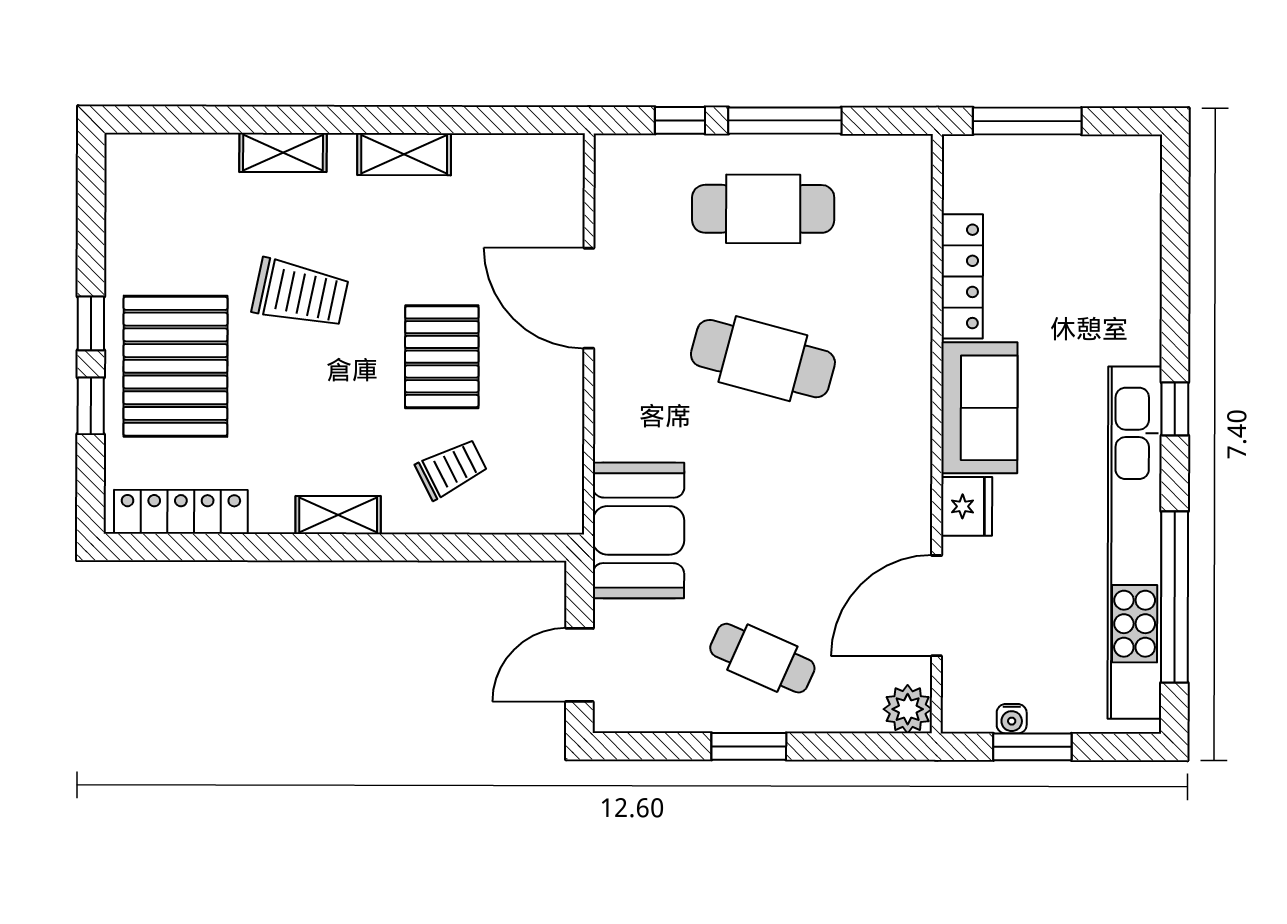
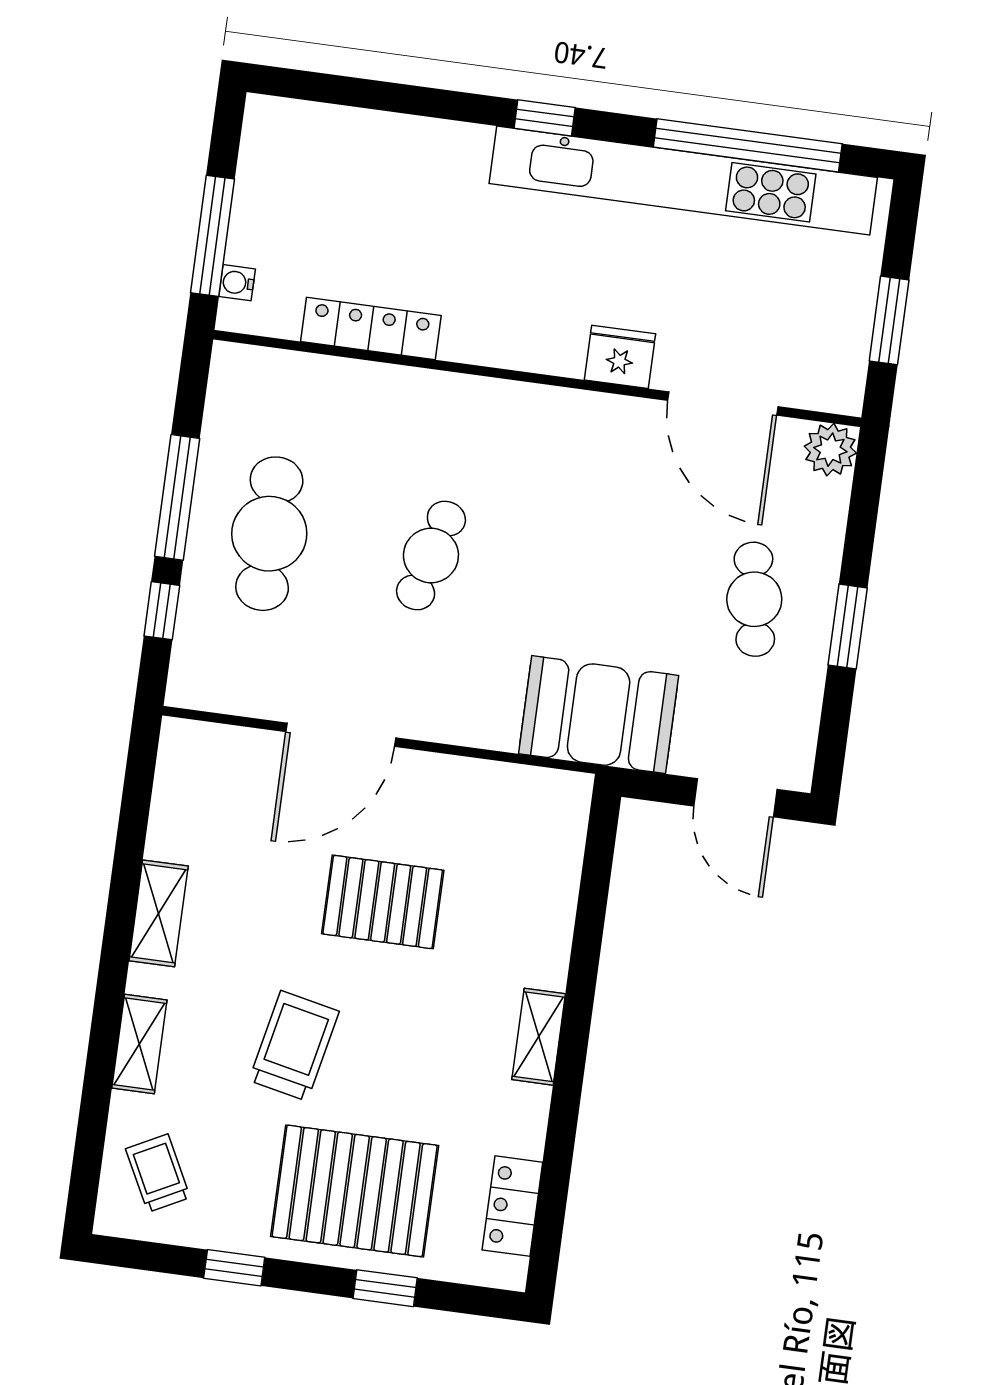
window: (91, 323) -> (234, 1268), moved
cafe table: (763, 359) -> (431, 556), width x0.73, depth x0.74
sofa: (979, 408) -> (515, 329), removed
trolley: (451, 469) -> (158, 1173), moved
locker: (181, 512) -> (512, 1206), width x0.66
cafe table: (762, 658) -> (754, 599), turned -33
water cooler: (1012, 719) -> (237, 283), moved, turned 180

